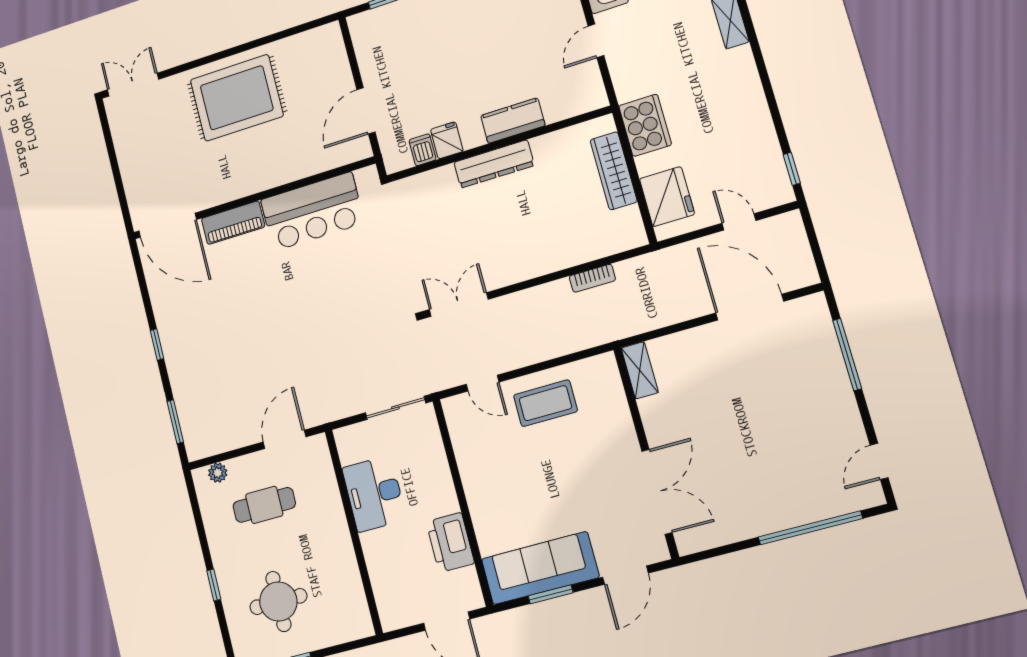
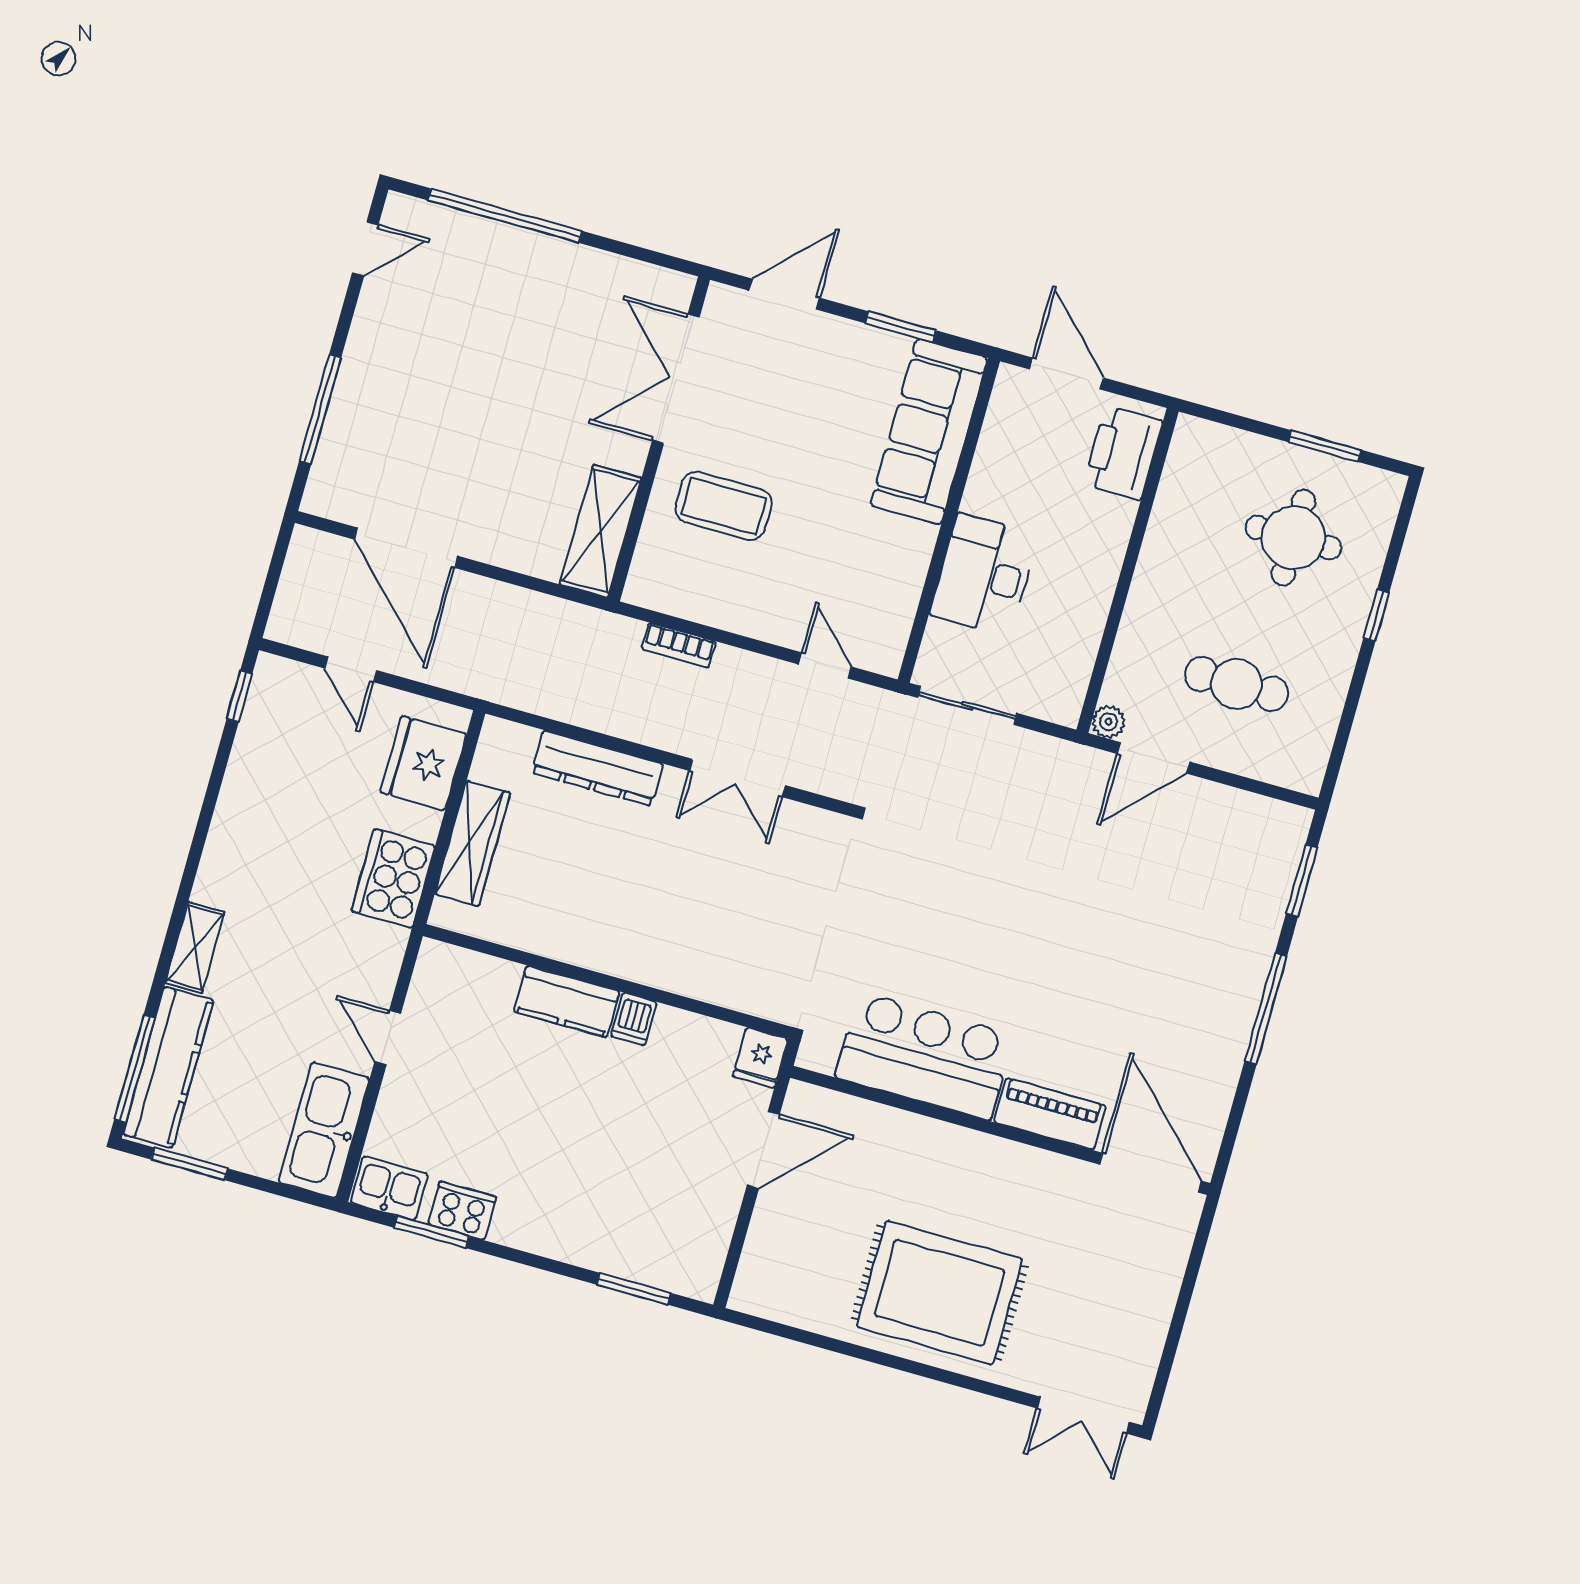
door: (596, 41) -> (388, 1038), swing flipped
fridge: (447, 140) -> (760, 1058), moved
dishwasher: (423, 150) -> (634, 1019), moved
dresser: (494, 164) -> (597, 768), moved, turned 180
bookcase: (592, 278) -> (679, 645), moved, turned 180
double door: (459, 304) -> (737, 778), moved
window: (157, 344) -> (1266, 1009), width x2.17
shelving: (640, 370) -> (601, 531), width x1.50, depth x1.33
coffee table: (545, 403) -> (724, 506), moved
plant: (218, 473) -> (1109, 722), moved
desk: (374, 494) -> (984, 575), moved, turned 180
printer: (450, 543) -> (1123, 453), moved, turned 180
sofa: (540, 568) -> (929, 432), moved, turned 90

